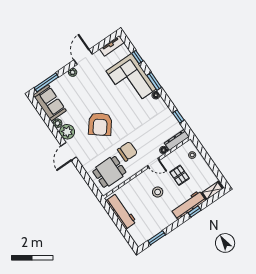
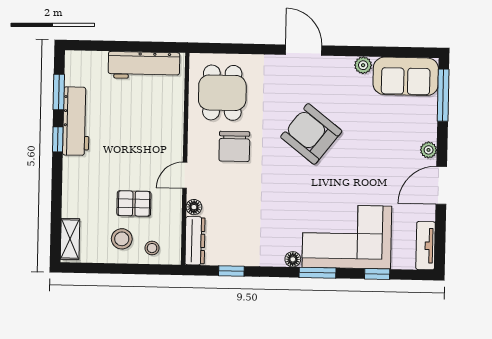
door: (83, 57) -> (441, 185), swing flipped
plant: (67, 132) -> (338, 71), removed
stool: (158, 192) -> (122, 239), moved
workbench: (188, 205) -> (76, 121), moved
window: (195, 212) -> (58, 139), moved

